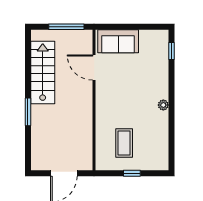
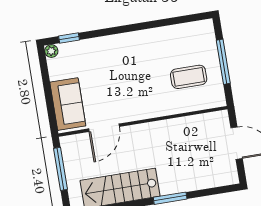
plant: (163, 105) -> (51, 51), moved
window: (132, 173) -> (223, 62), width x2.17

